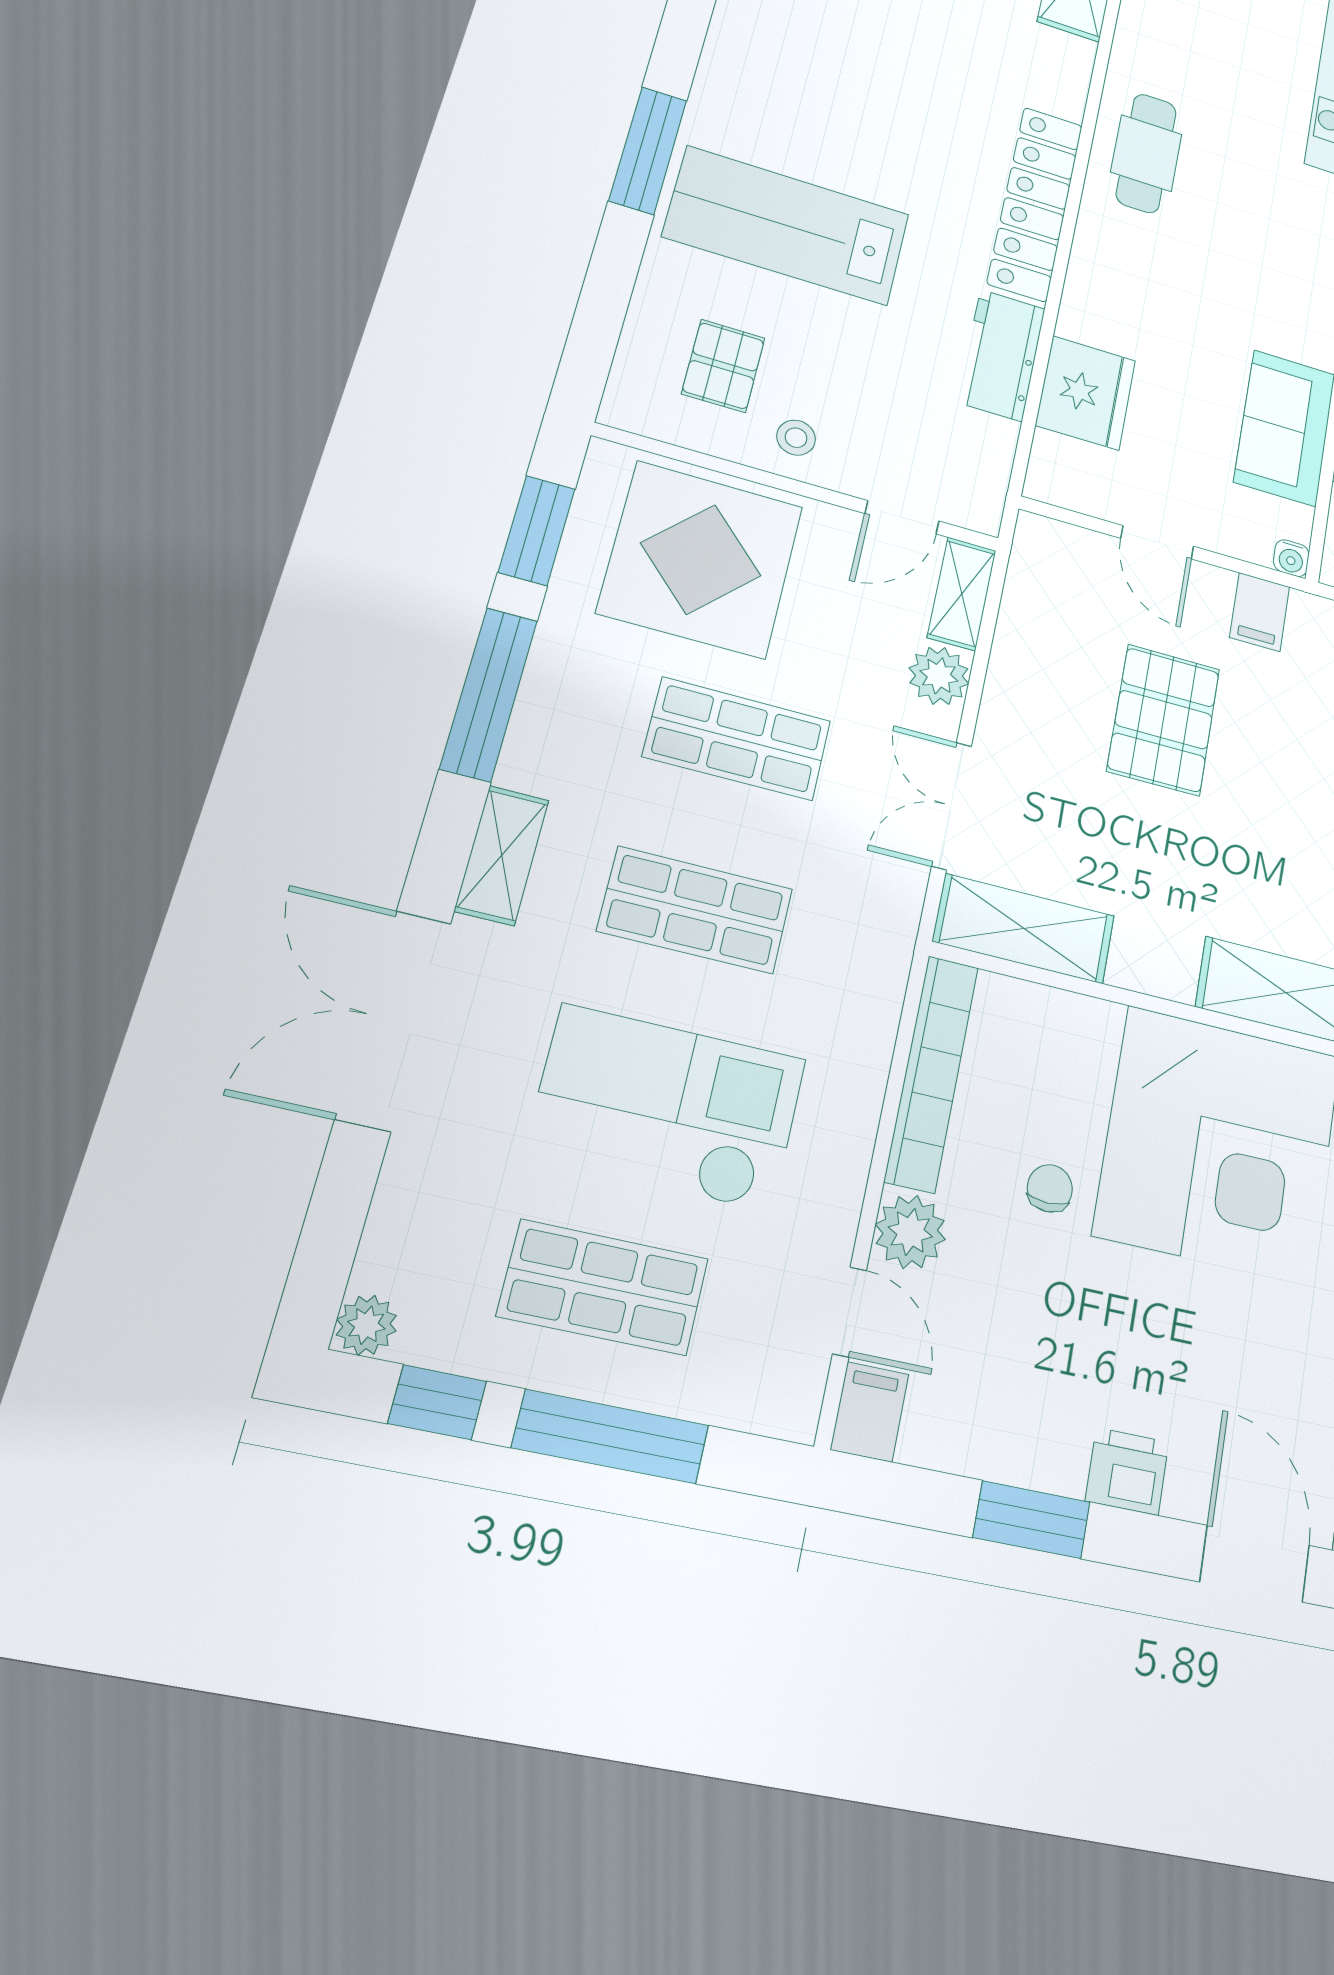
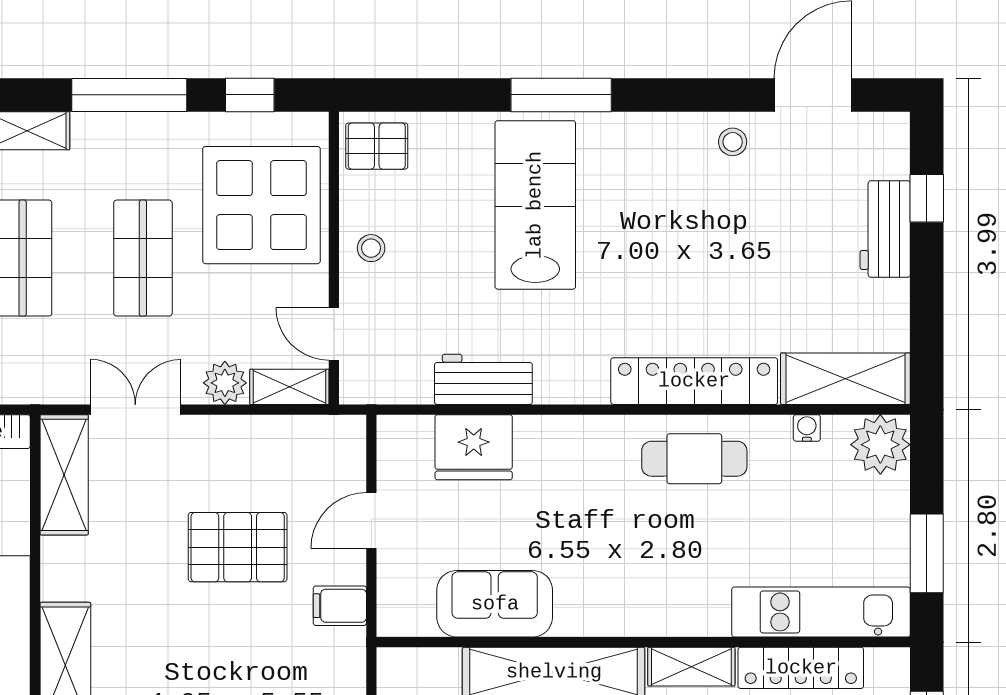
locker: (1035, 203) -> (694, 381), moved
pallet: (723, 366) -> (377, 146), moved
window: (537, 530) -> (250, 95), width x0.67
water cooler: (1291, 558) -> (807, 428), moved, turned 90

